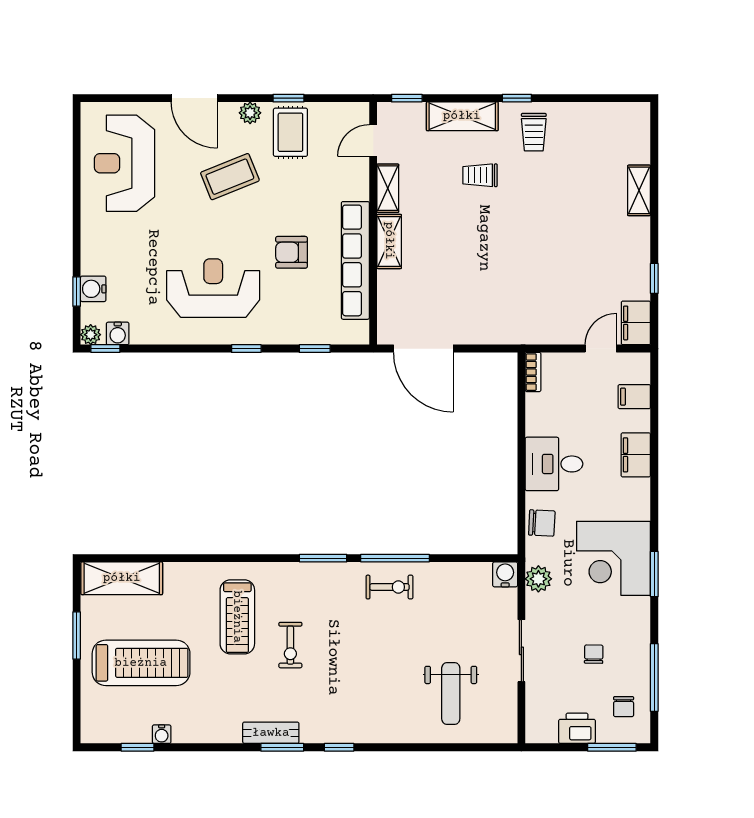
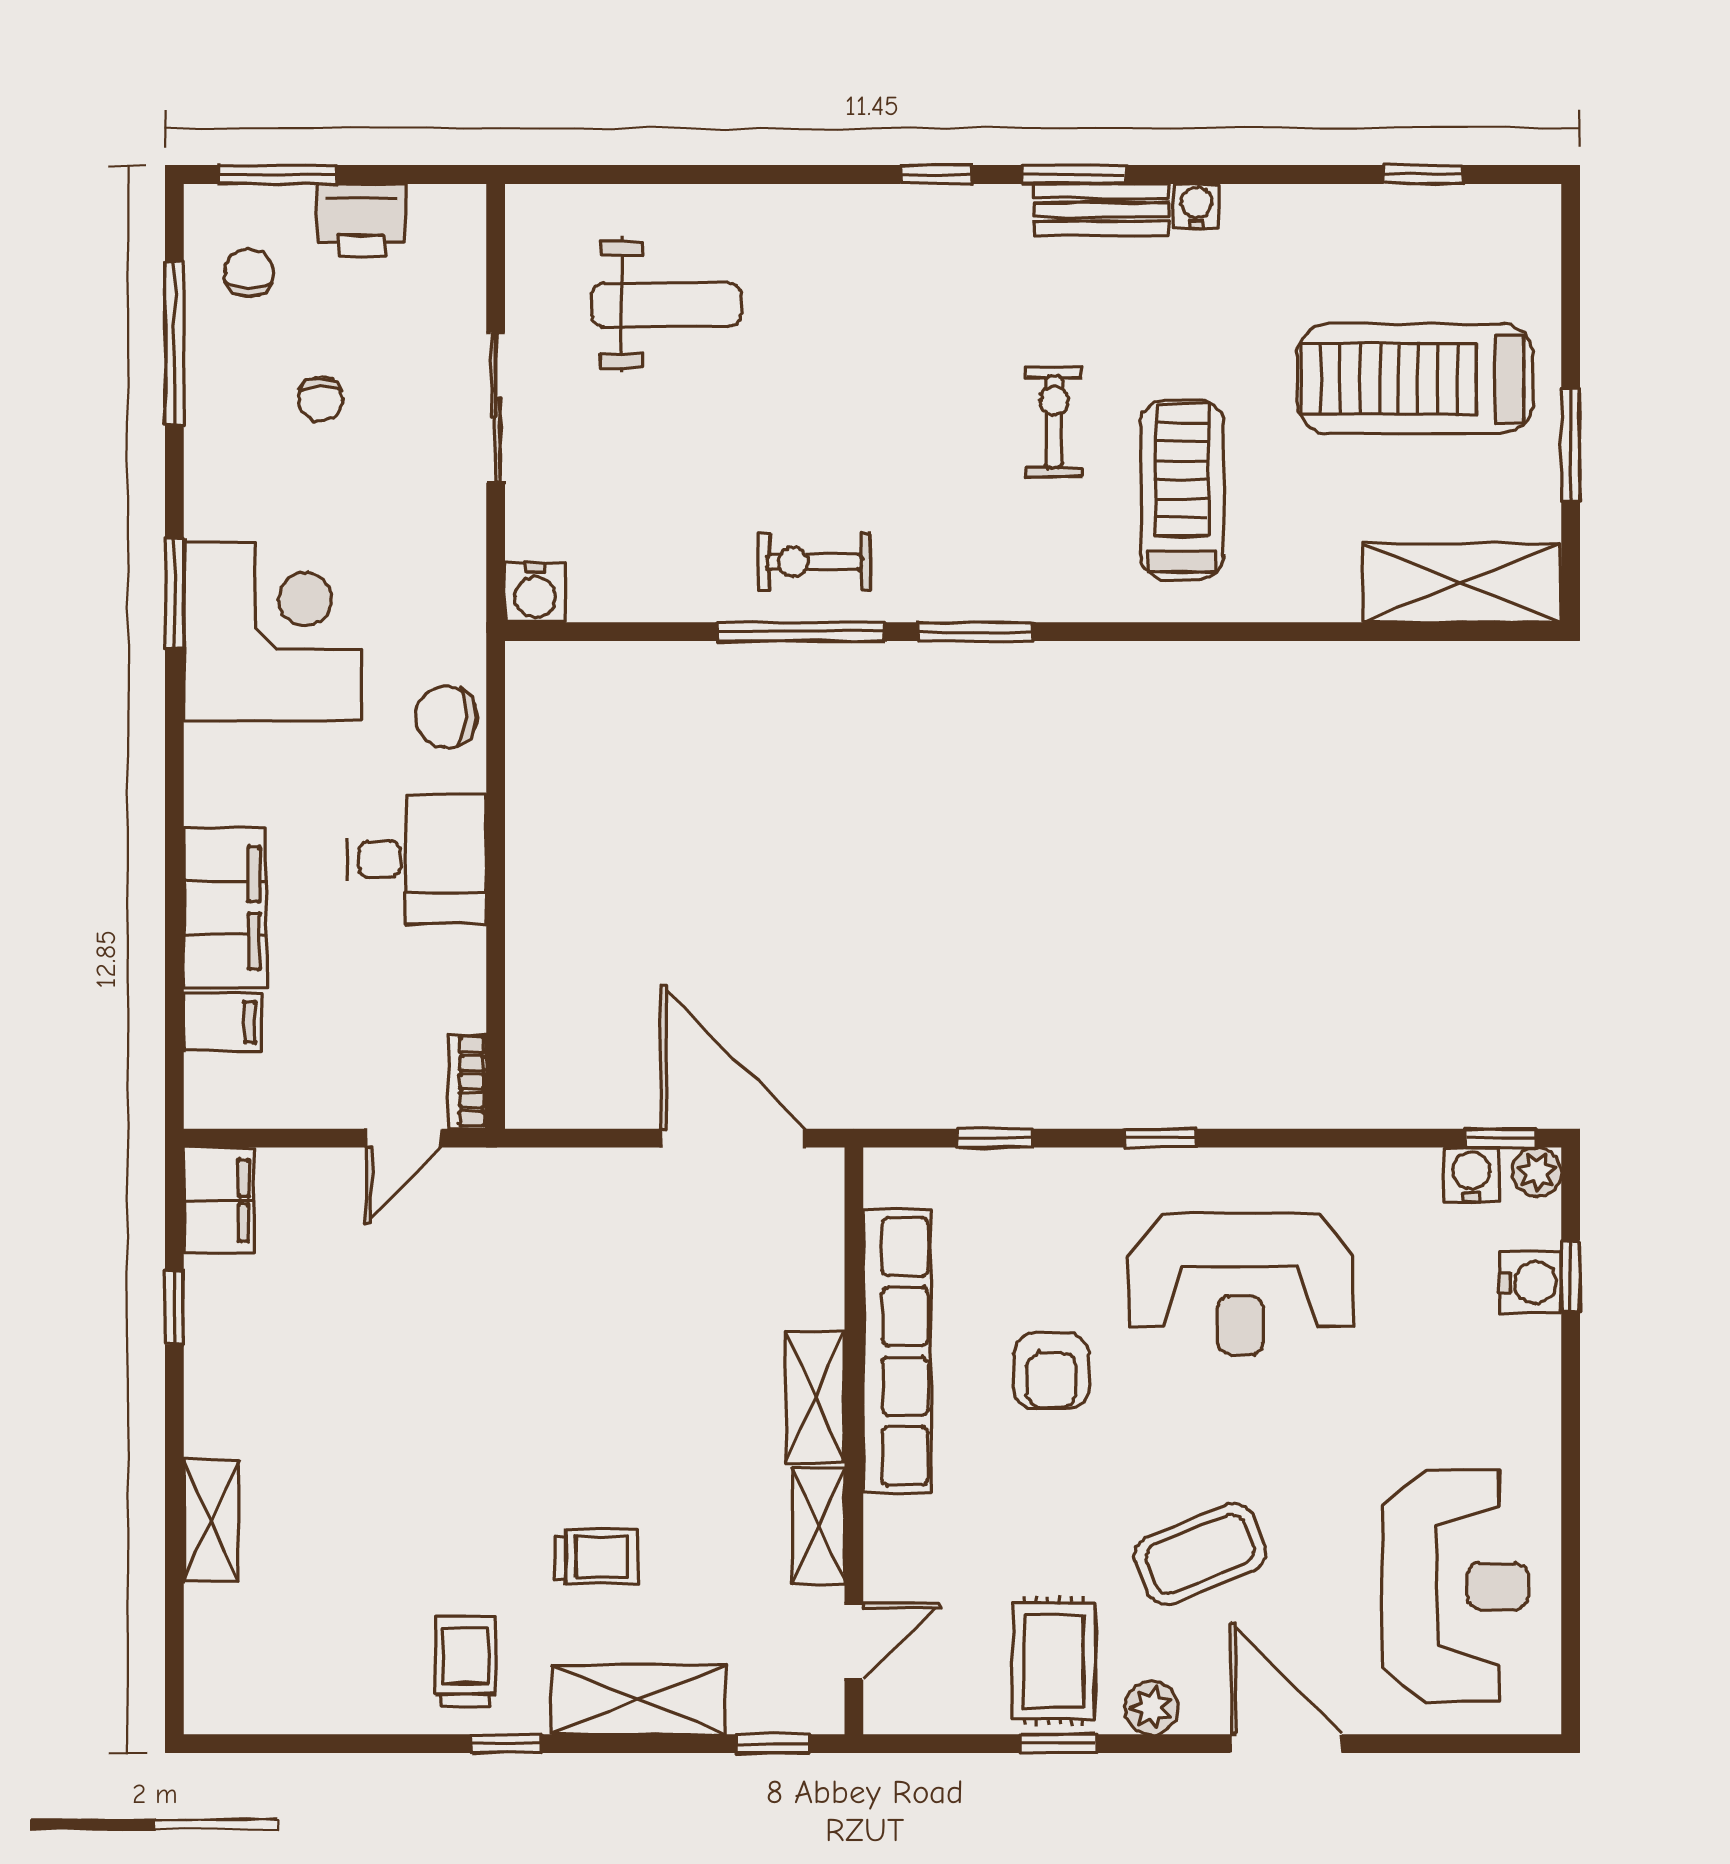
armchair: (291, 252) -> (1051, 1371), turned 90
door: (601, 349) -> (404, 1138), moved
filing cabinet: (636, 455) -> (225, 908), width x1.50, depth x1.17
plant: (538, 579) -> (454, 582), removed
weight bench: (451, 693) -> (666, 305), turned 90
water cooler: (162, 734) -> (1196, 206), moved

